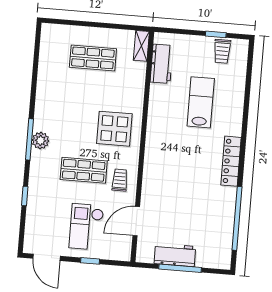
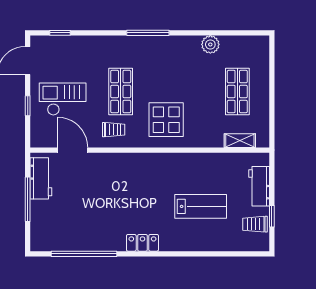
shelving: (141, 46) -> (240, 141), moved
workbench: (162, 64) -> (259, 186), moved, turned 90
plant: (41, 141) -> (210, 44), moved
locker: (231, 161) -> (142, 243), width x0.66
window: (25, 196) -> (60, 33), moved
workbench: (175, 255) -> (41, 178), moved

